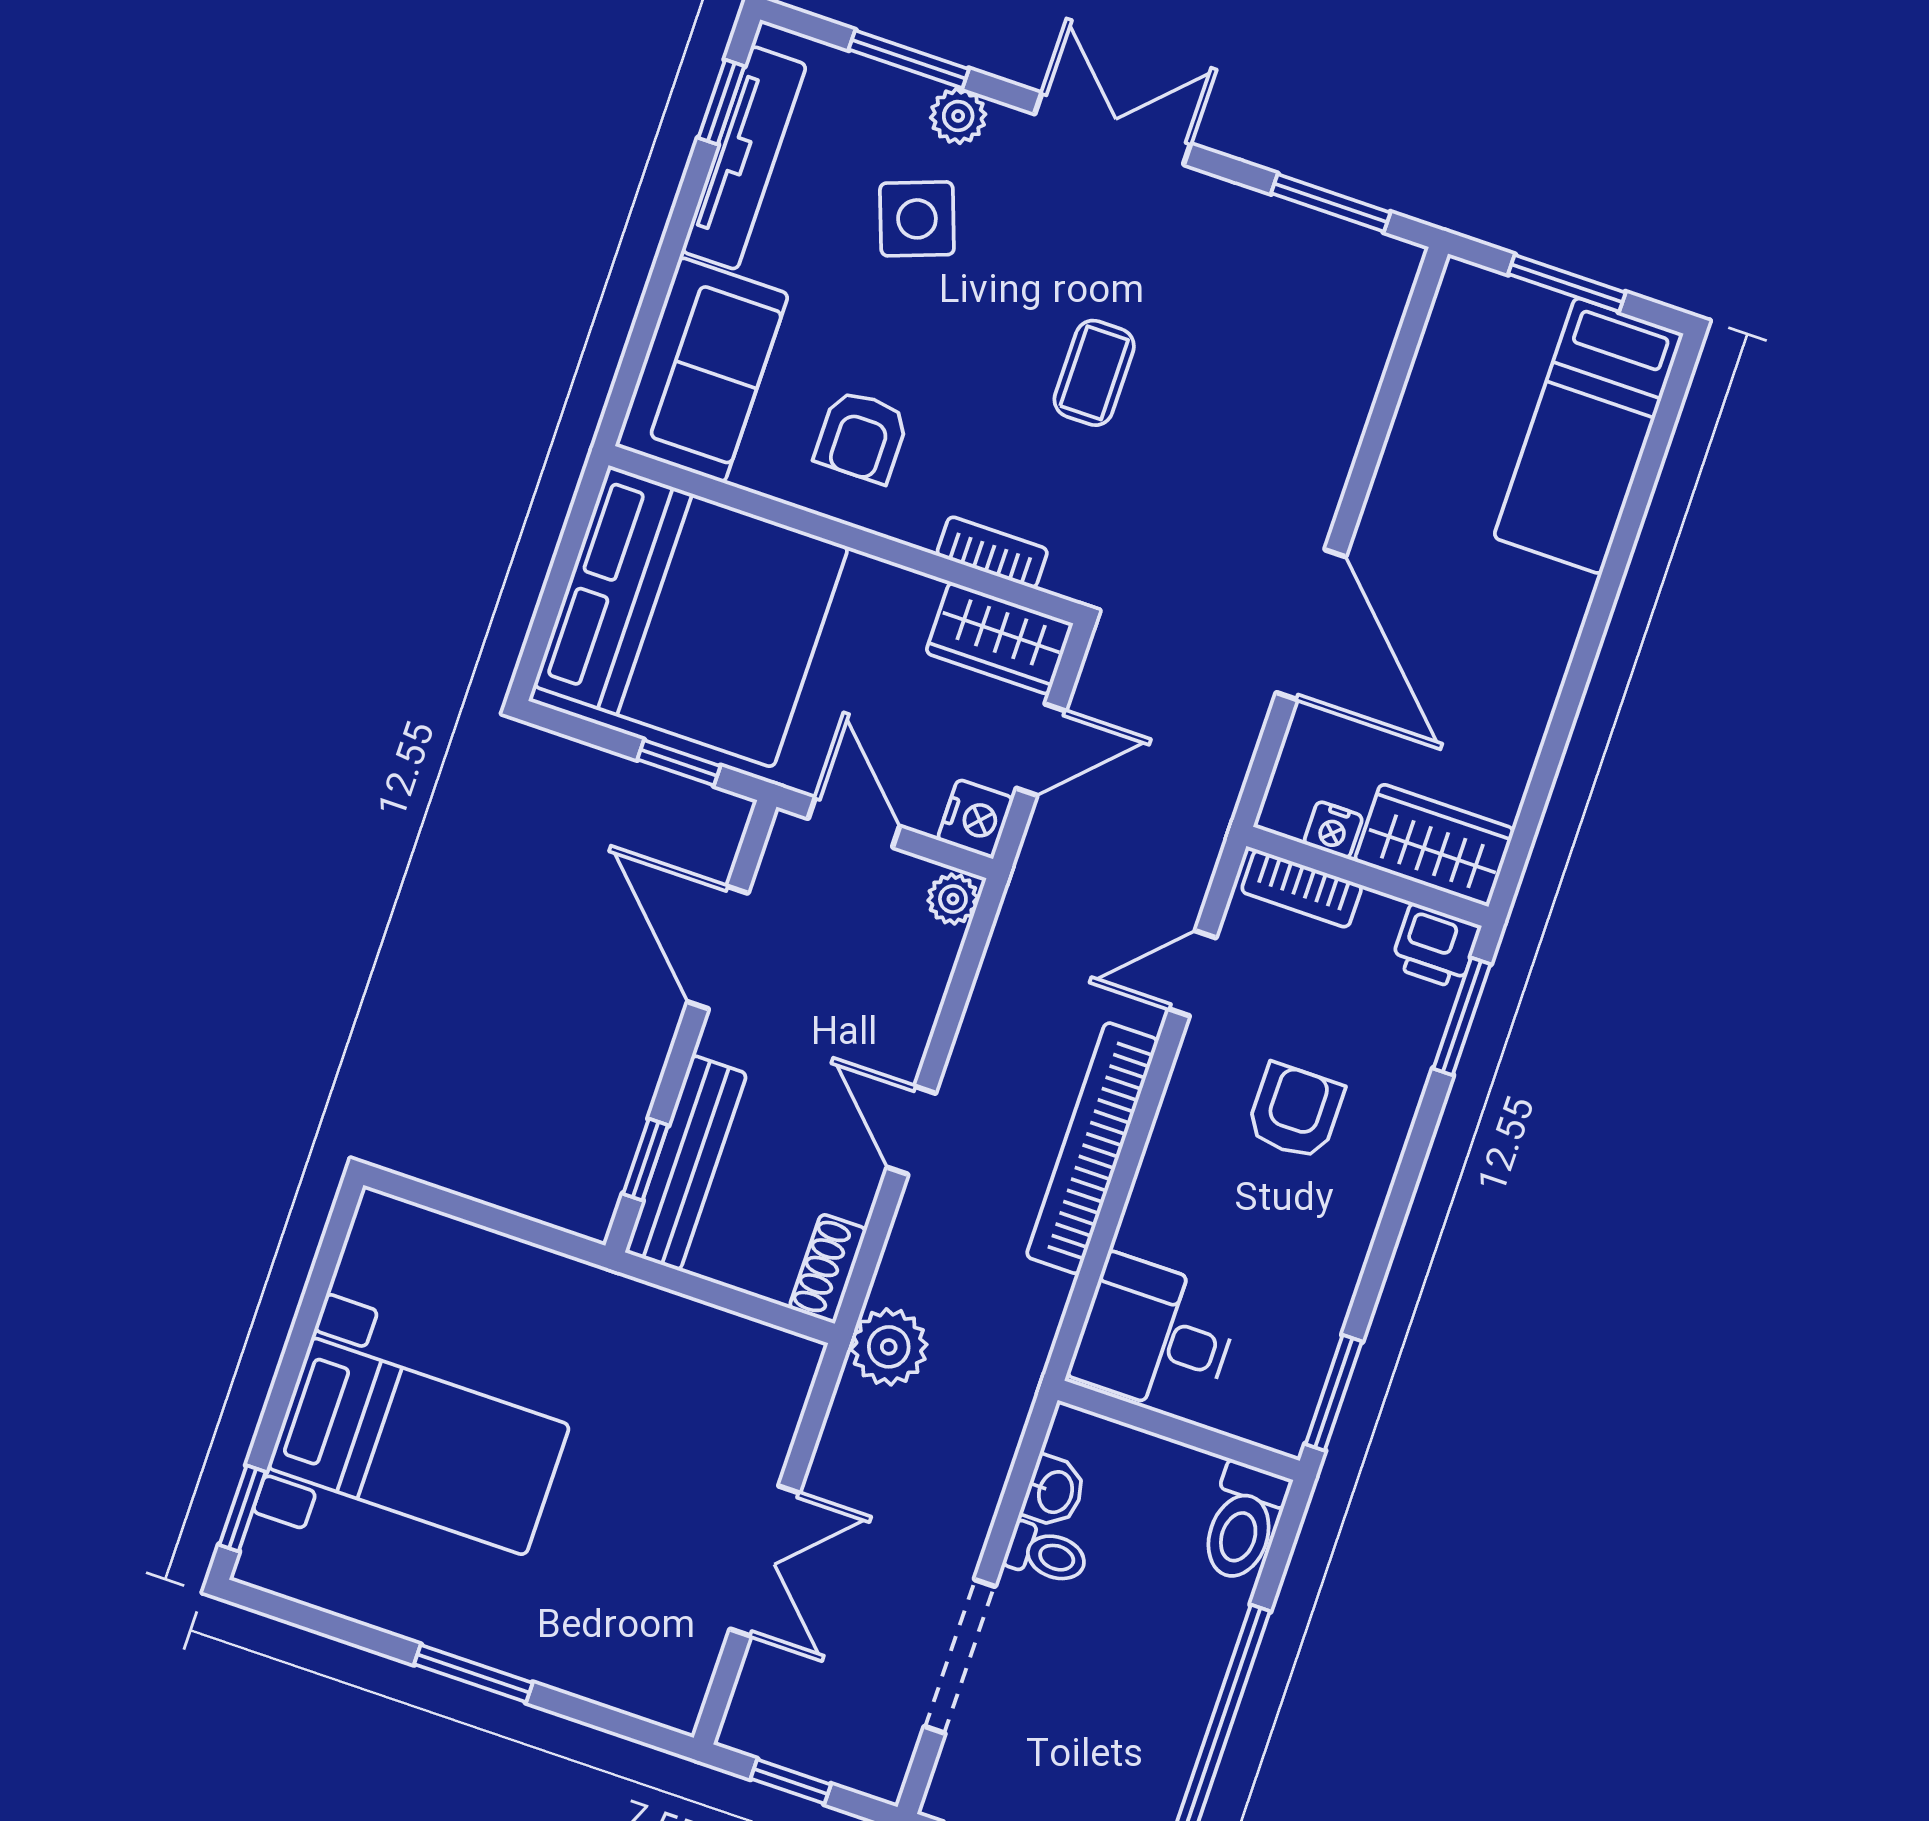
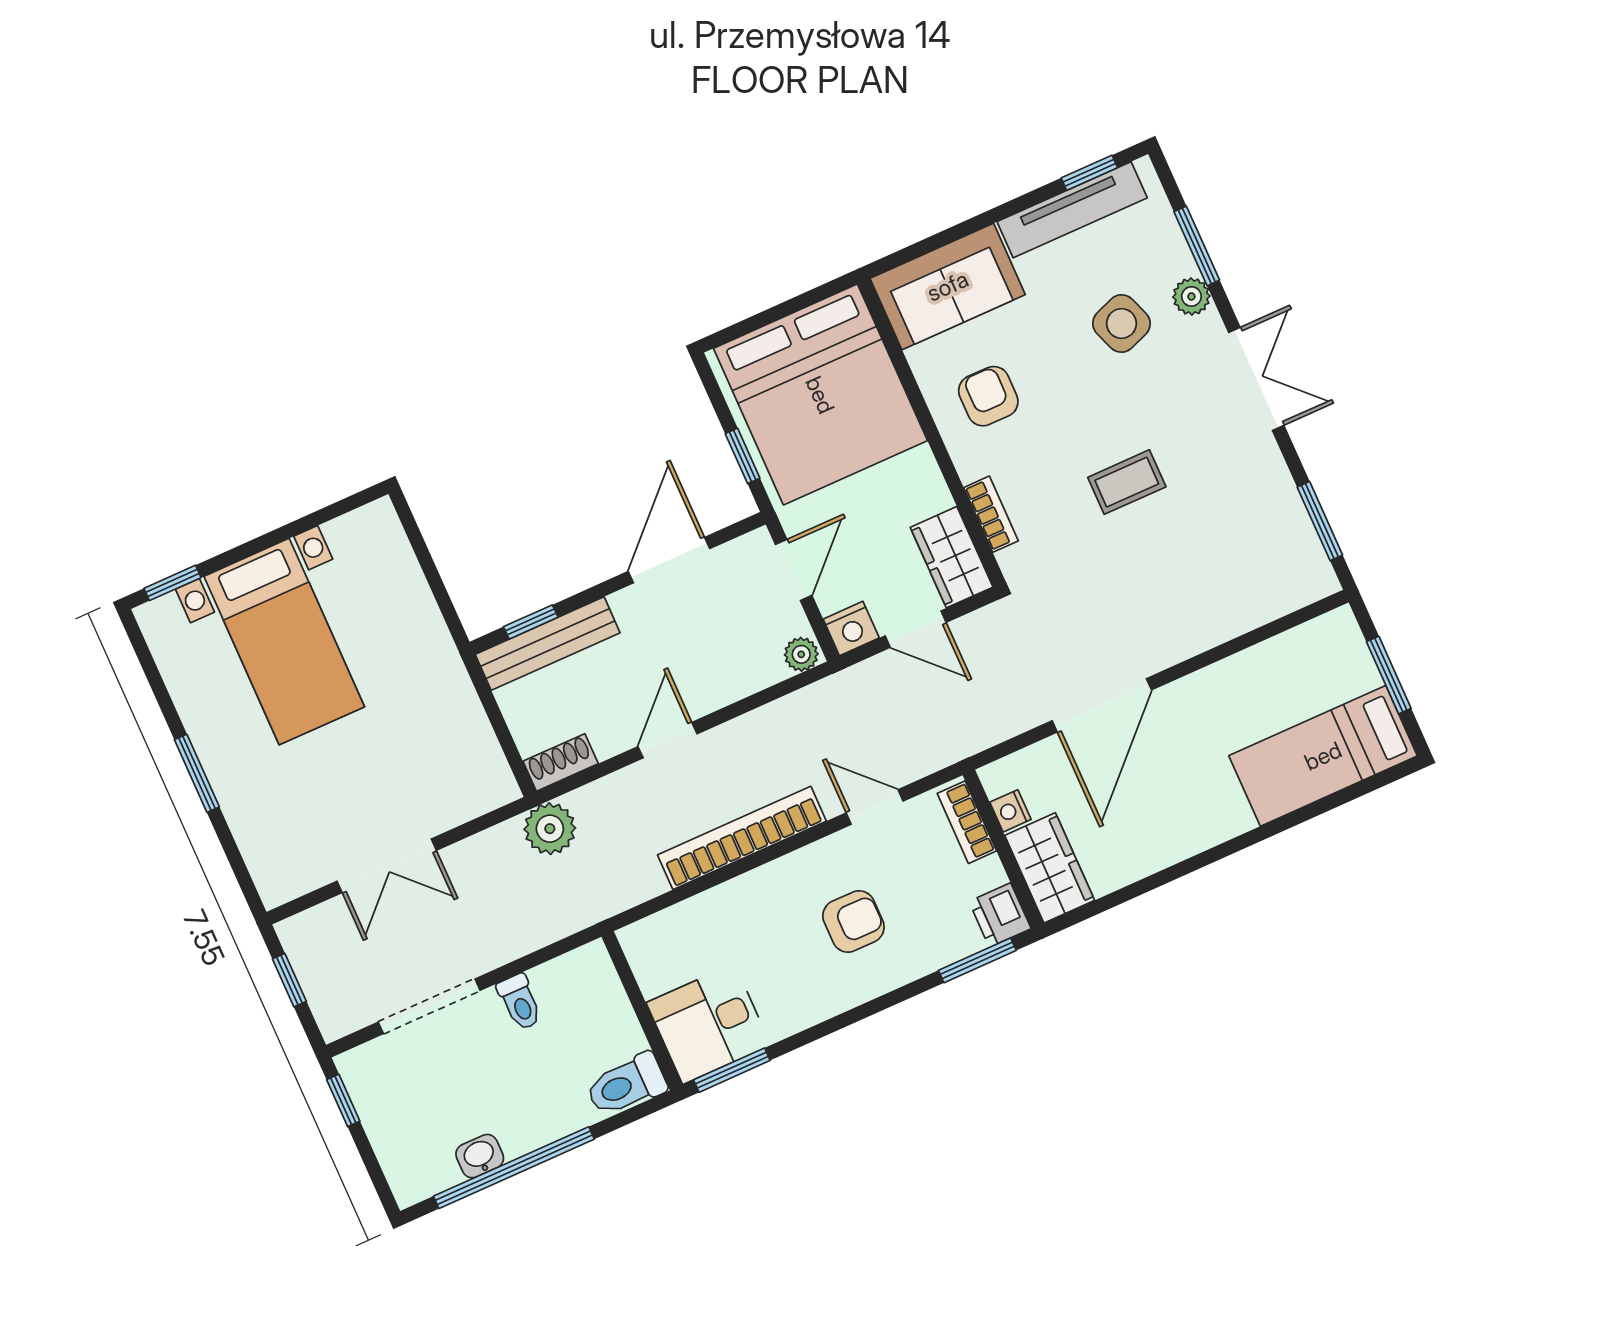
armchair: (862, 436) -> (988, 396), turned 90
desk: (1155, 1336) -> (708, 1024), moved, turned -90
washbasin: (1054, 1492) -> (480, 1156), moved, turned 180

